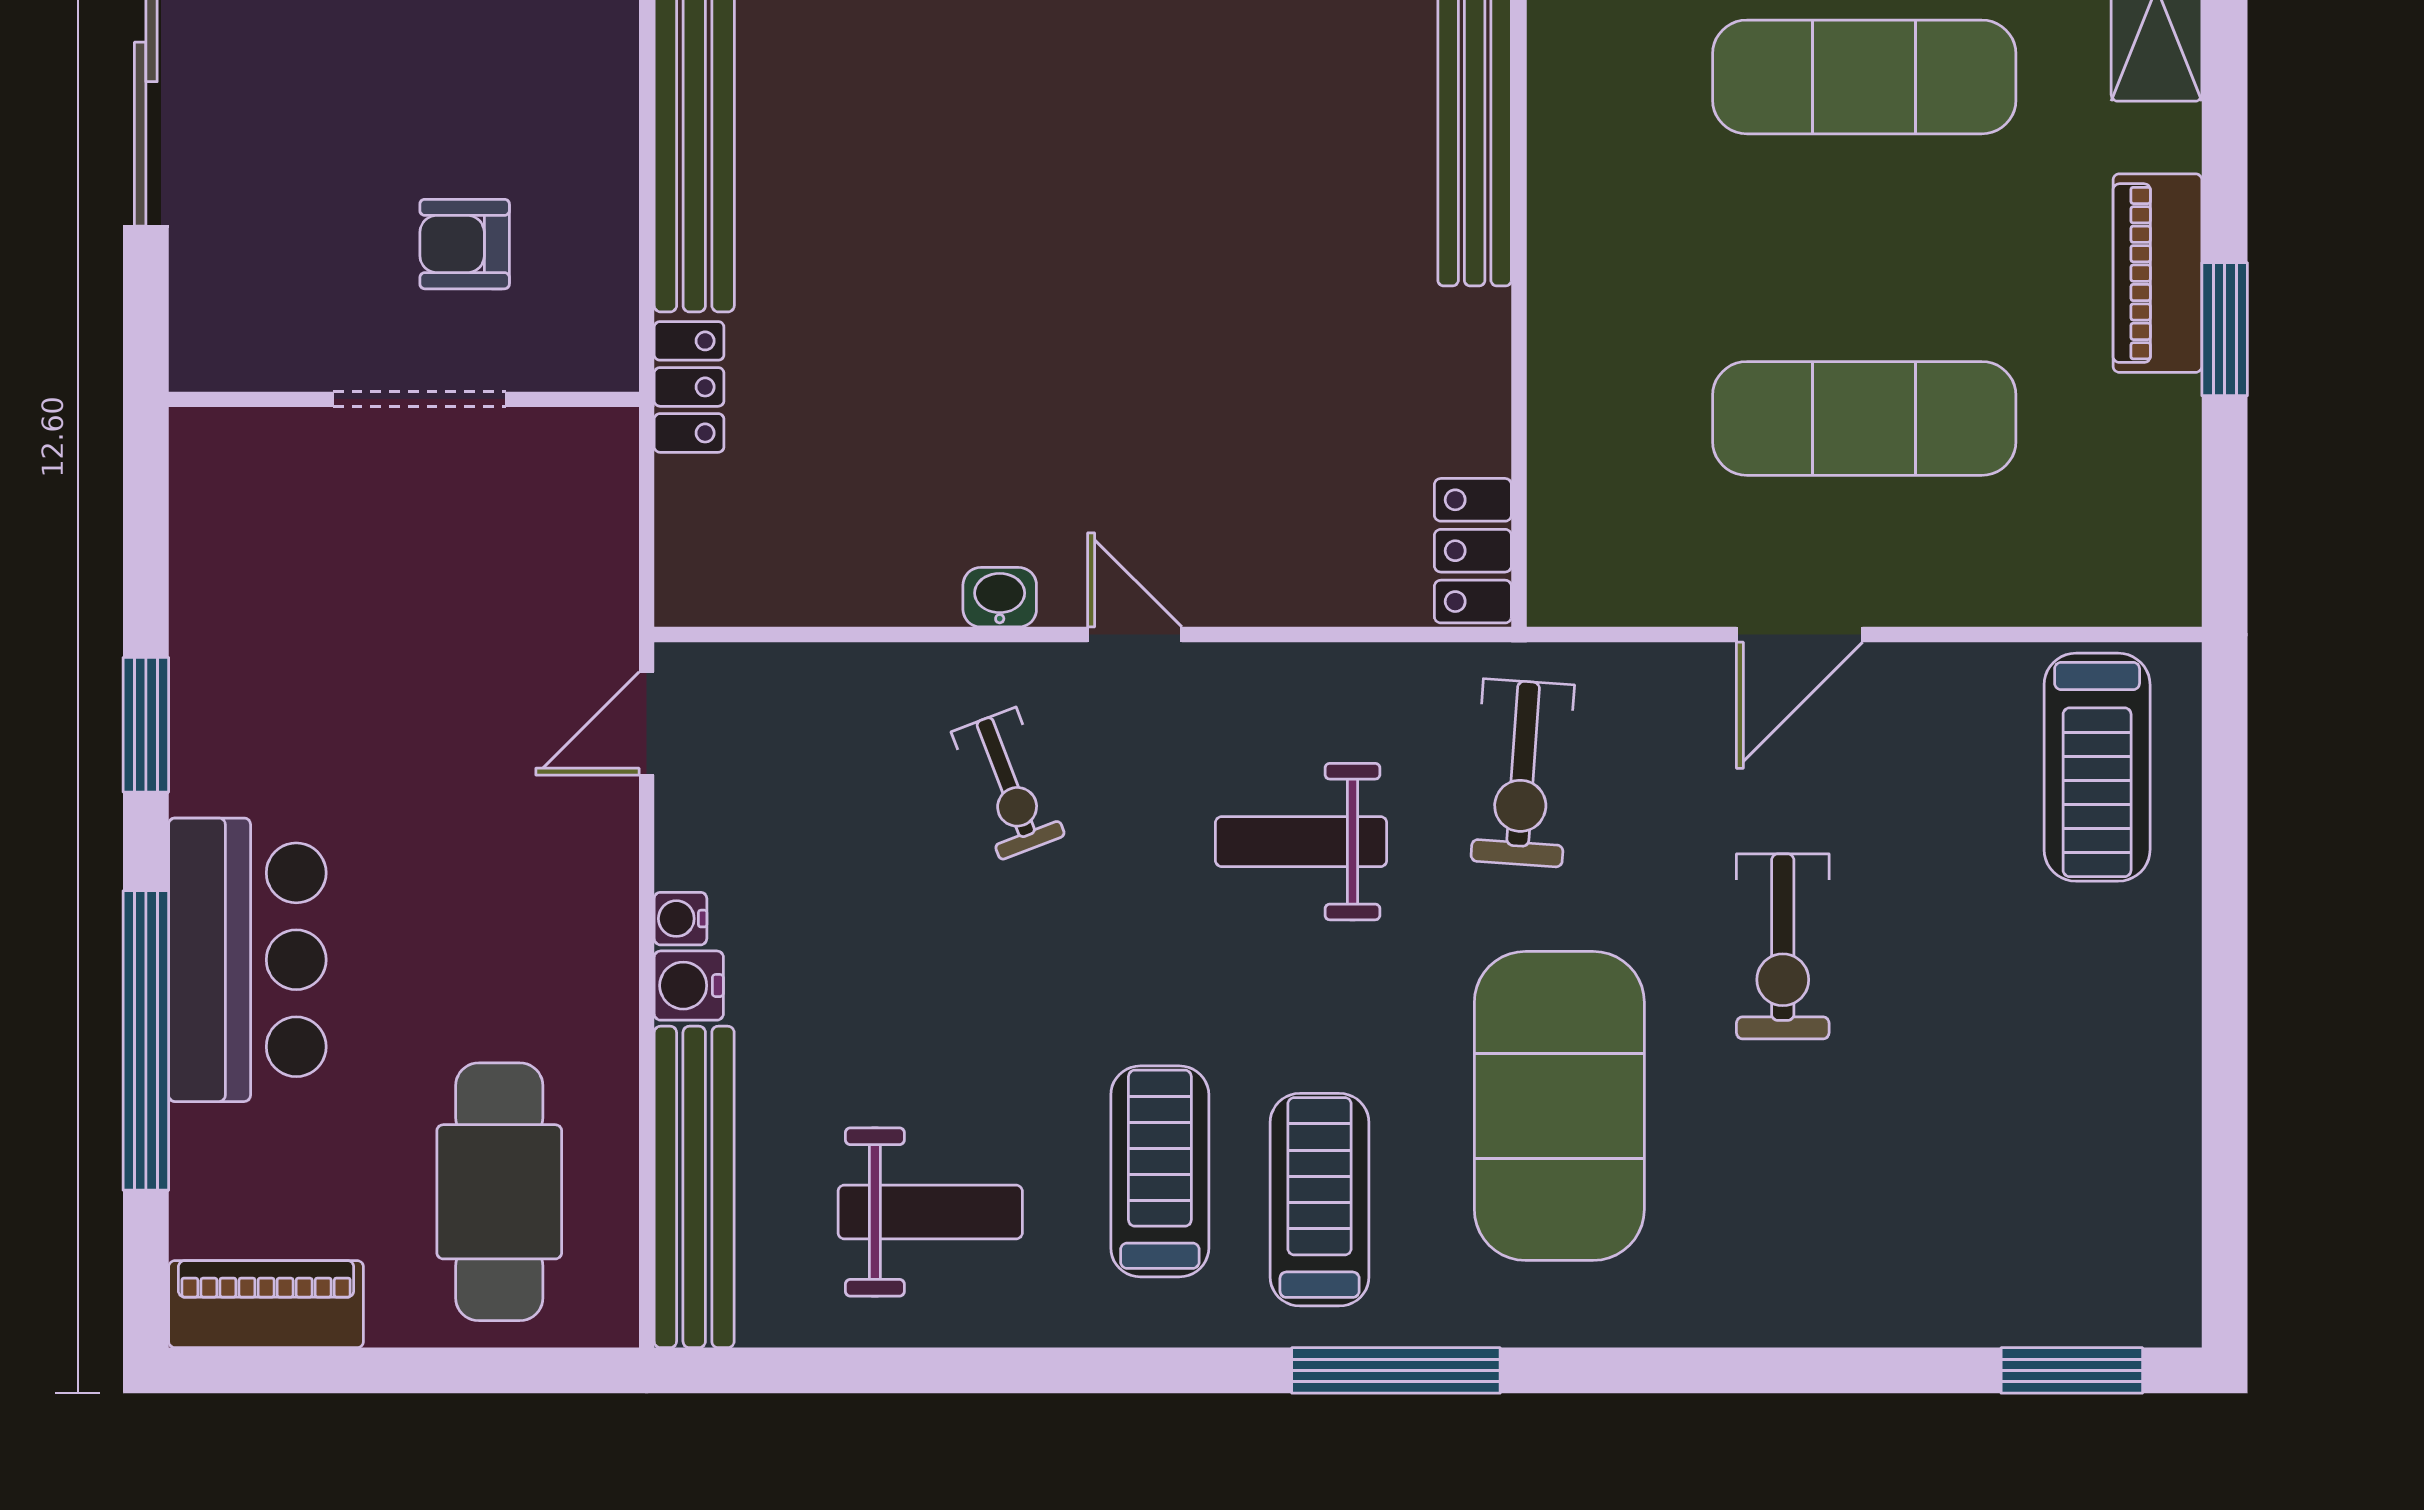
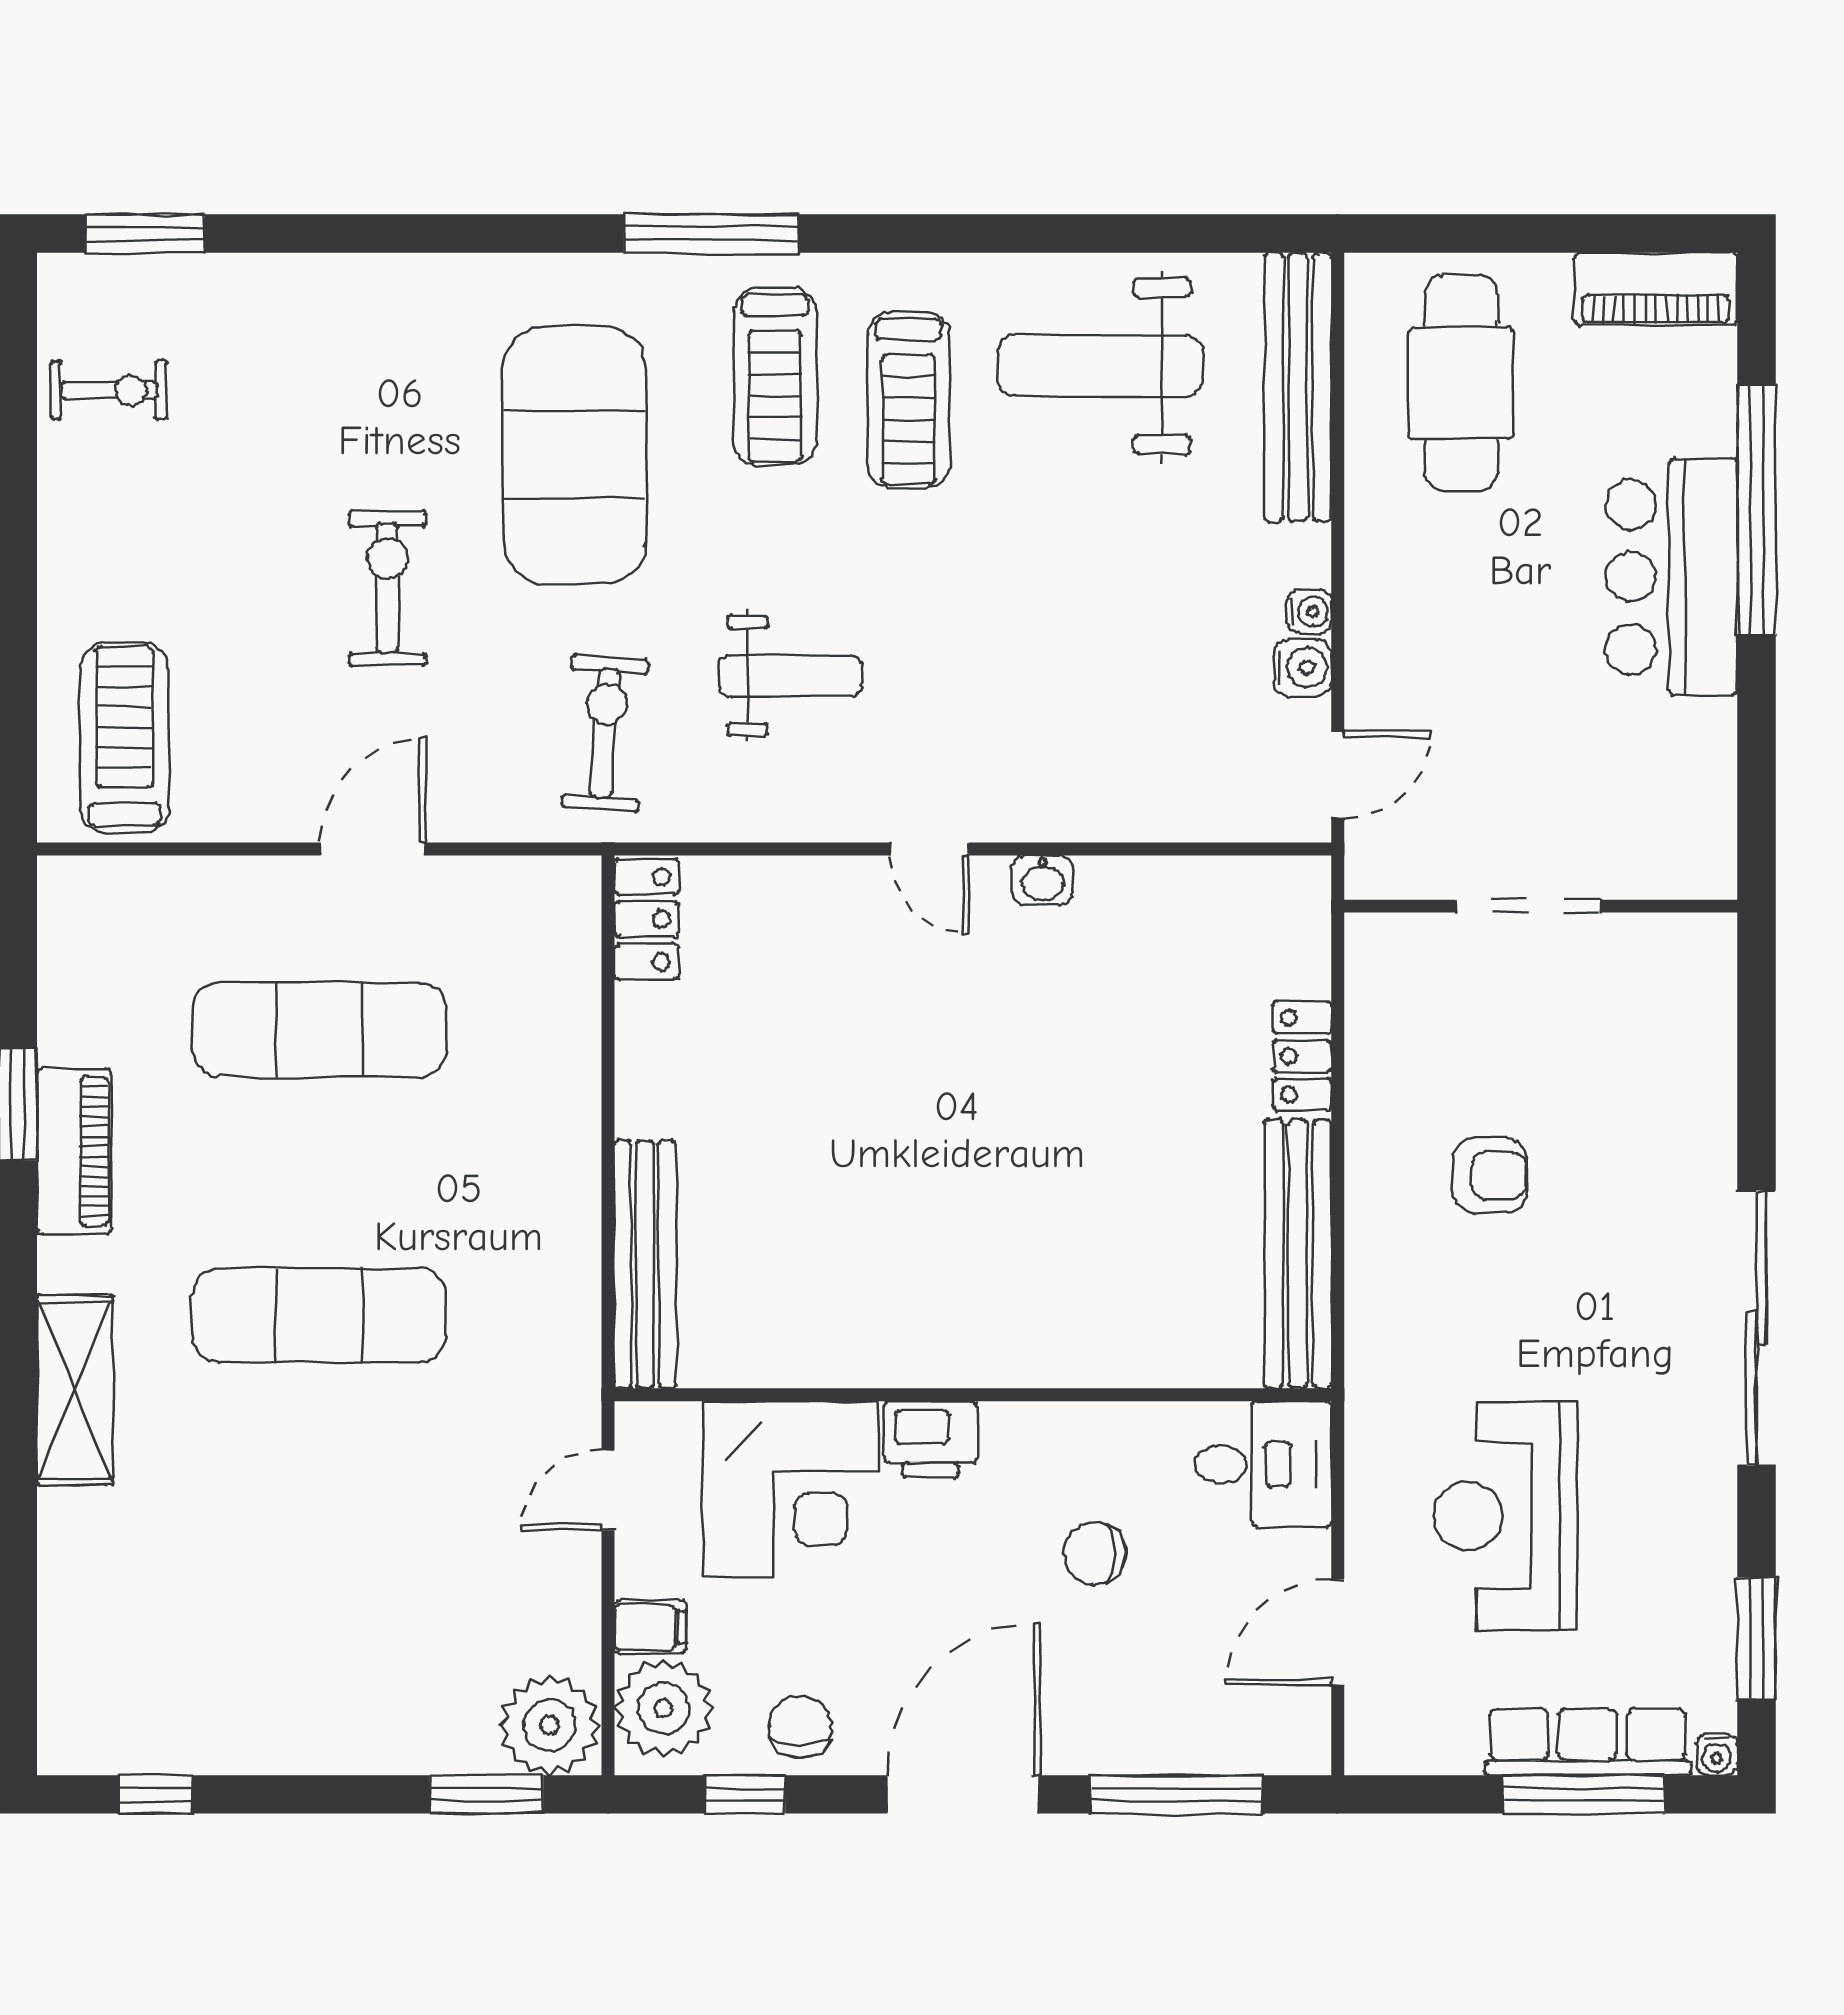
wall: (404, 399) -> (1541, 906), moved
doorway: (419, 399) -> (1528, 906), moved
window: (146, 725) -> (1756, 774), removed
exercise bike: (1008, 784) -> (109, 390), moved, turned 111
water cooler: (689, 986) -> (1302, 667), moved
weight bench: (930, 1212) -> (1101, 366), width x1.36, depth x1.33

